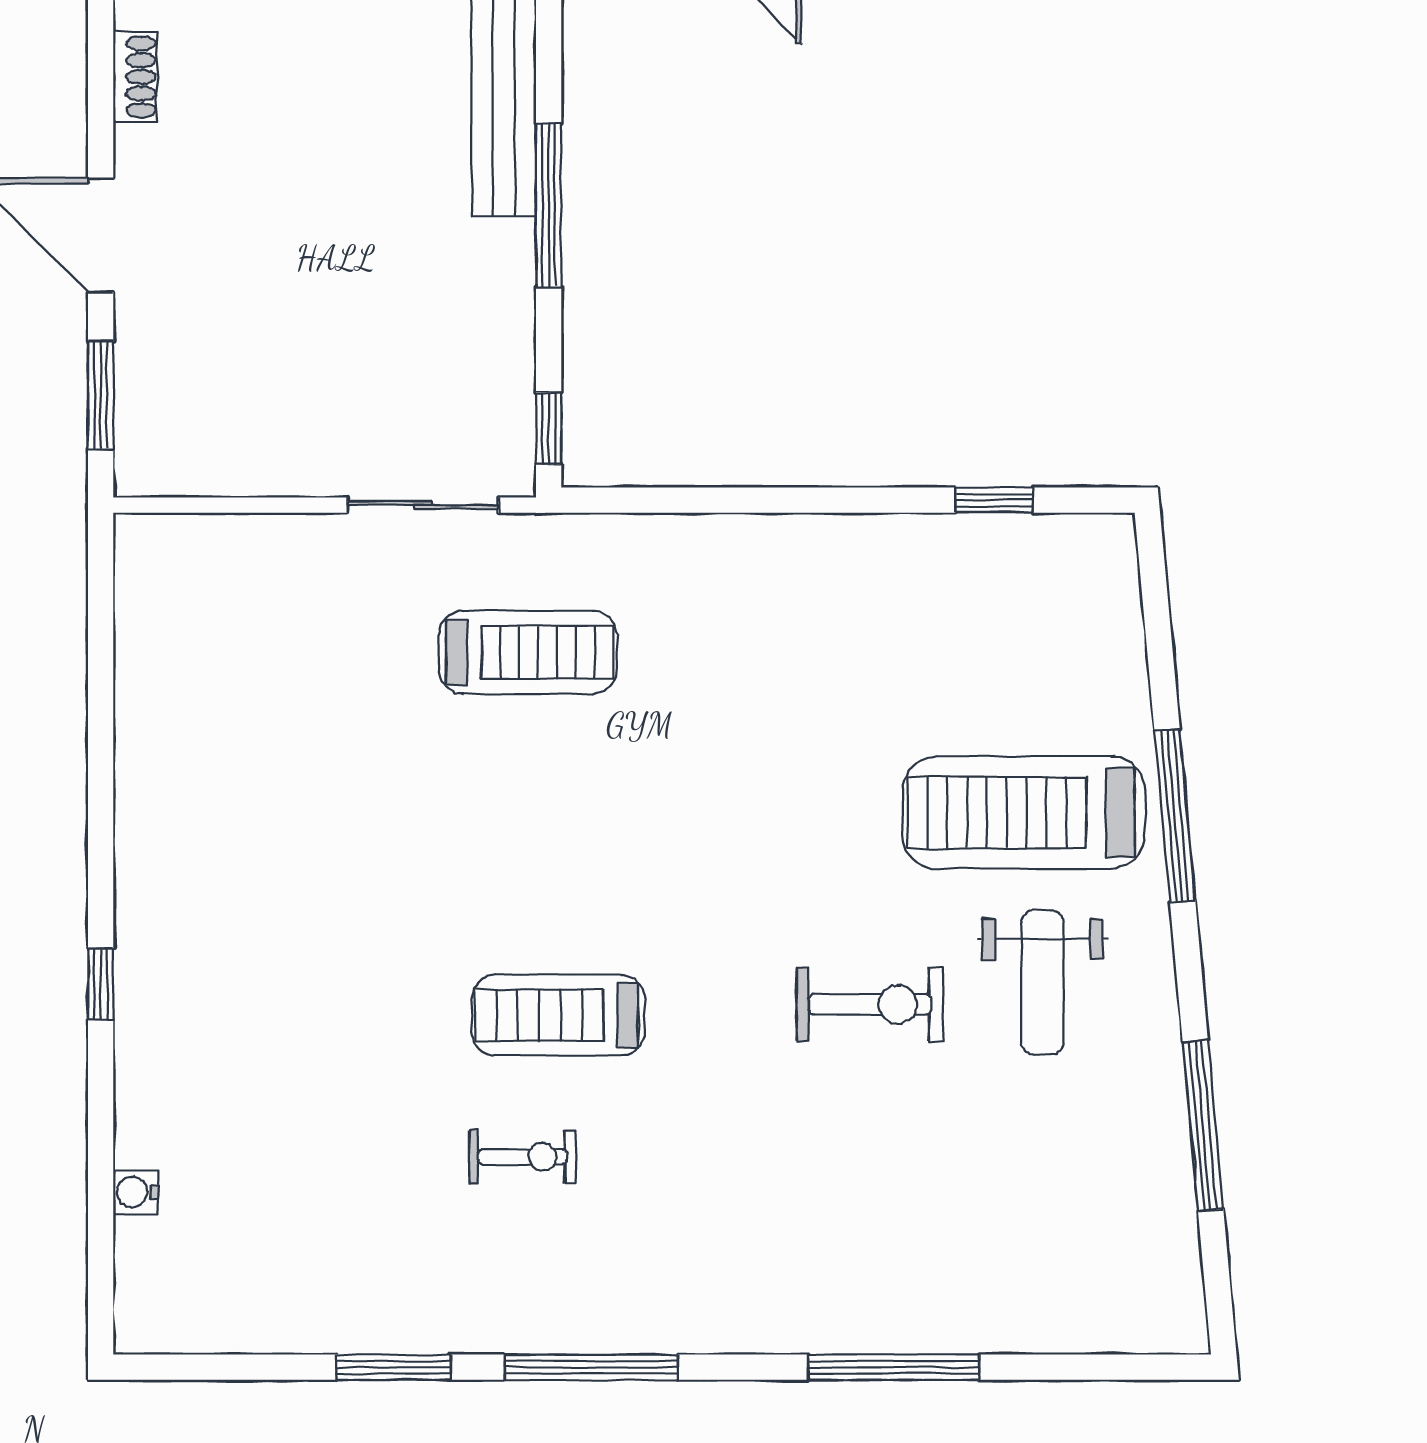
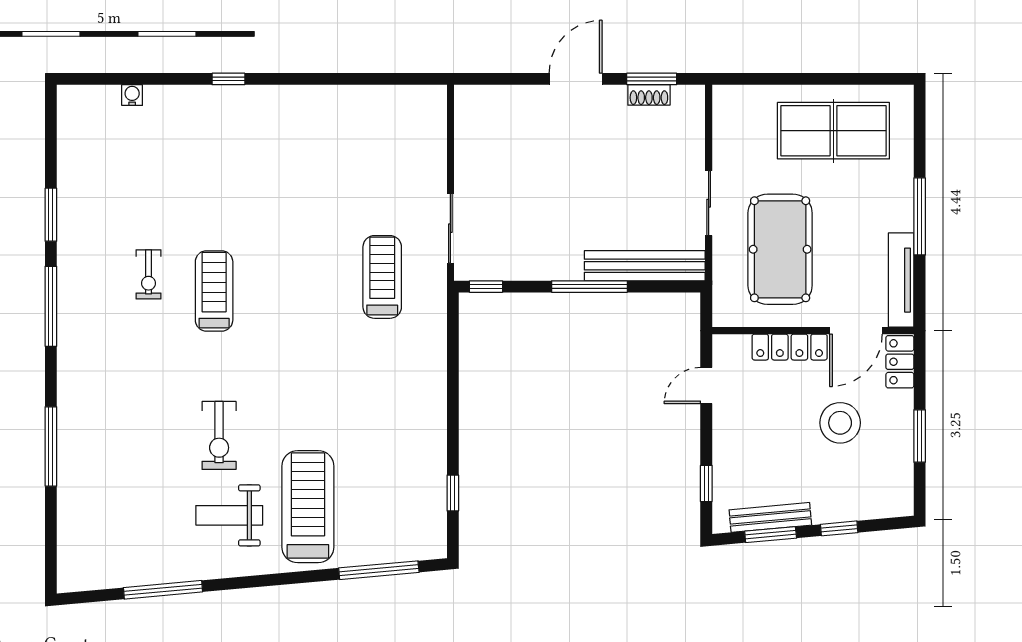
window: (101, 395) -> (652, 79), moved
treadmill: (528, 652) -> (382, 277), turned 180
window: (1175, 816) -> (379, 570), moved

